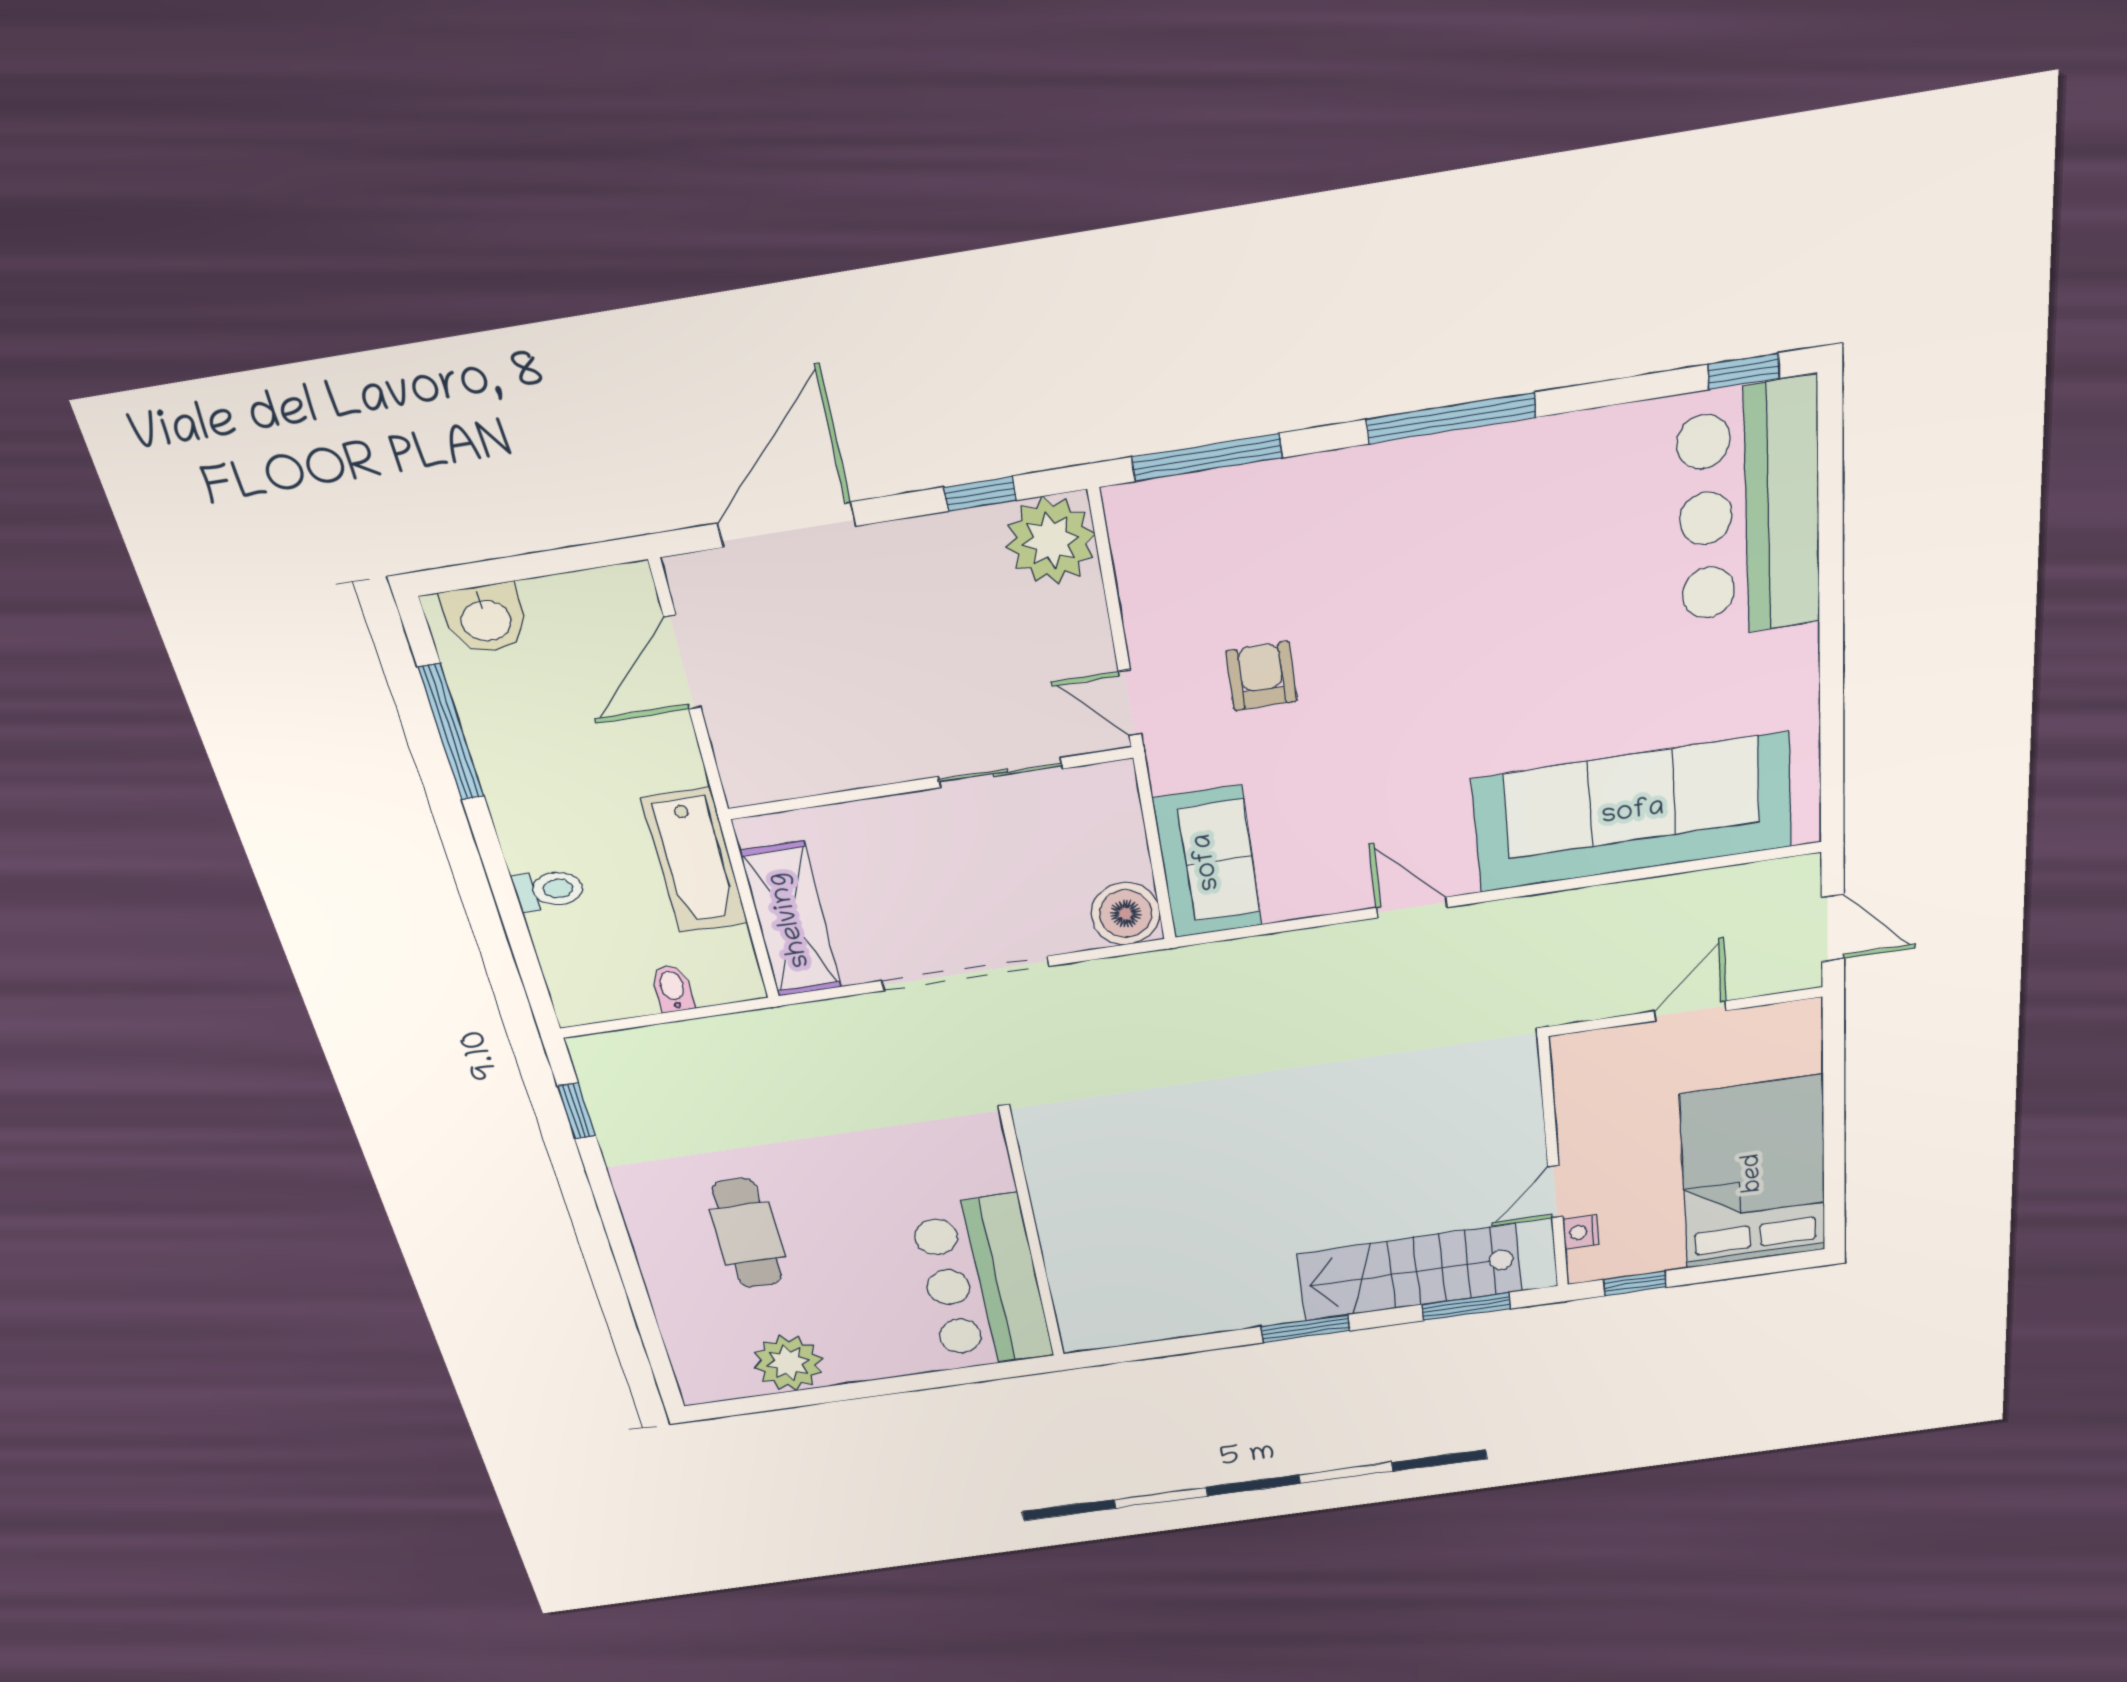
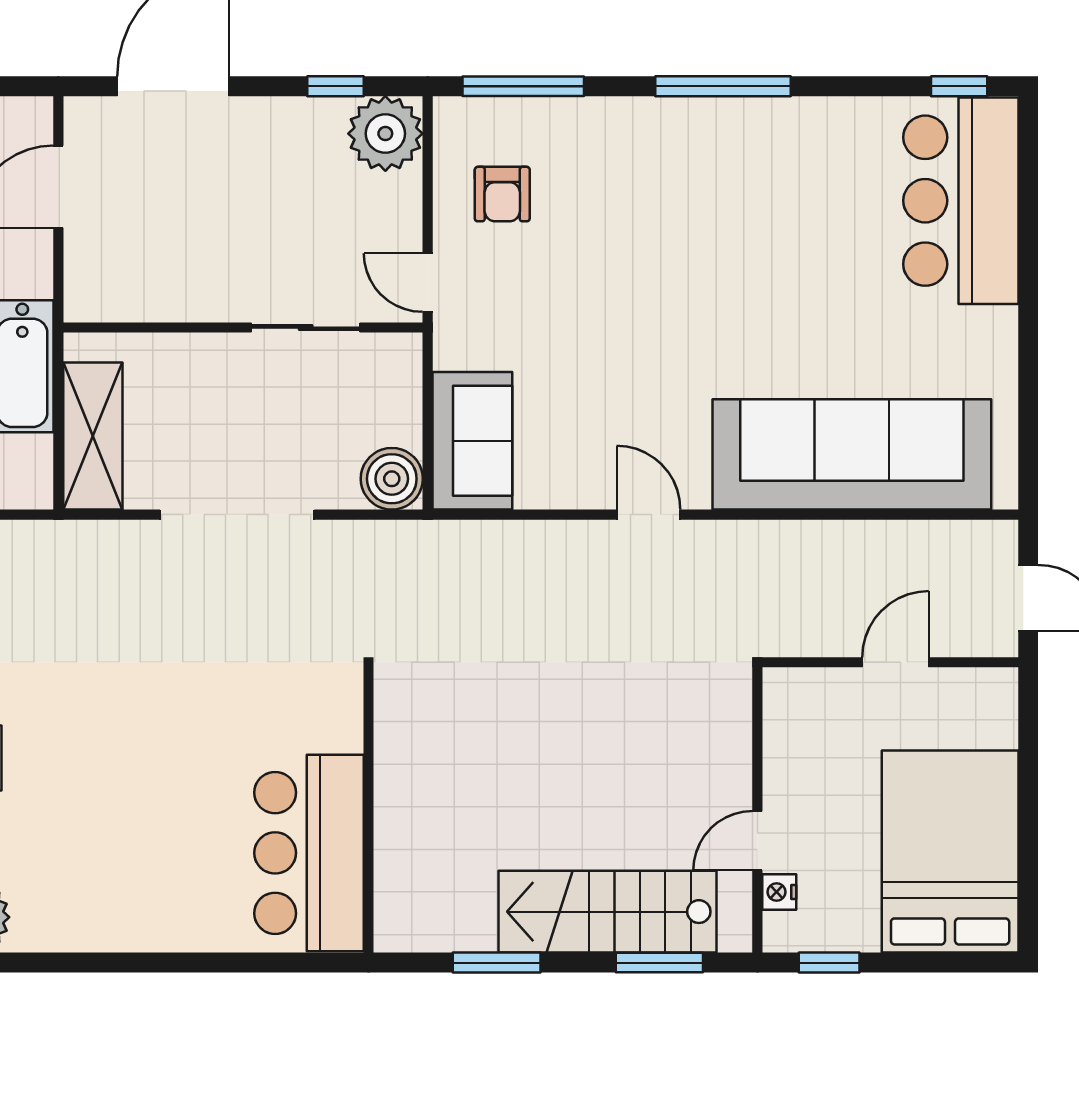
armchair: (1261, 676) -> (502, 194), moved, turned 180
wall: (1033, 1238) -> (369, 810), moved
bar counter: (982, 1282) -> (309, 853), moved

